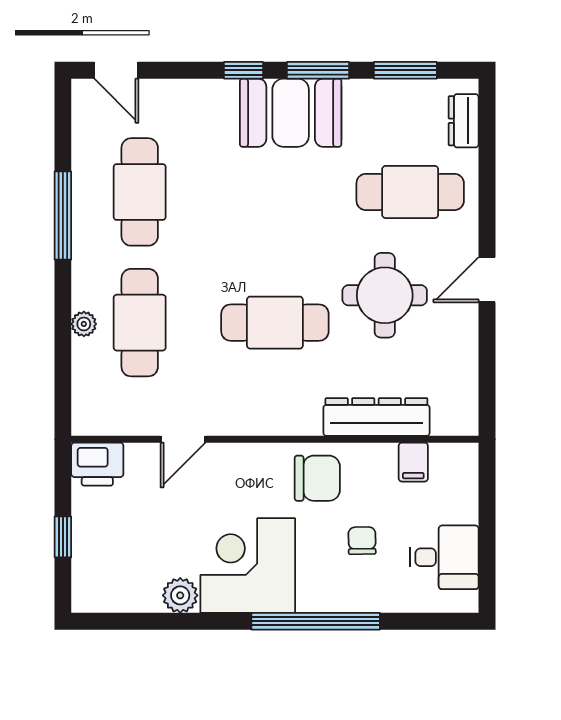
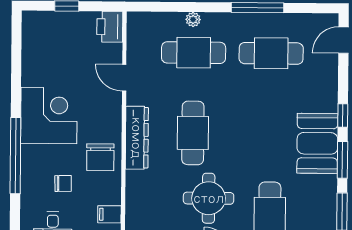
dresser: (376, 417) -> (137, 138), moved
plant: (180, 595) -> (31, 75), removed

